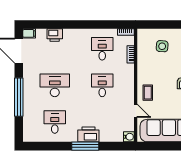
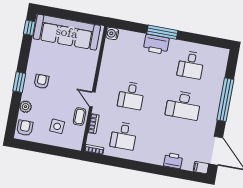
coffee table: (148, 93) -> (79, 117), moved
door: (136, 111) -> (92, 99), moved

